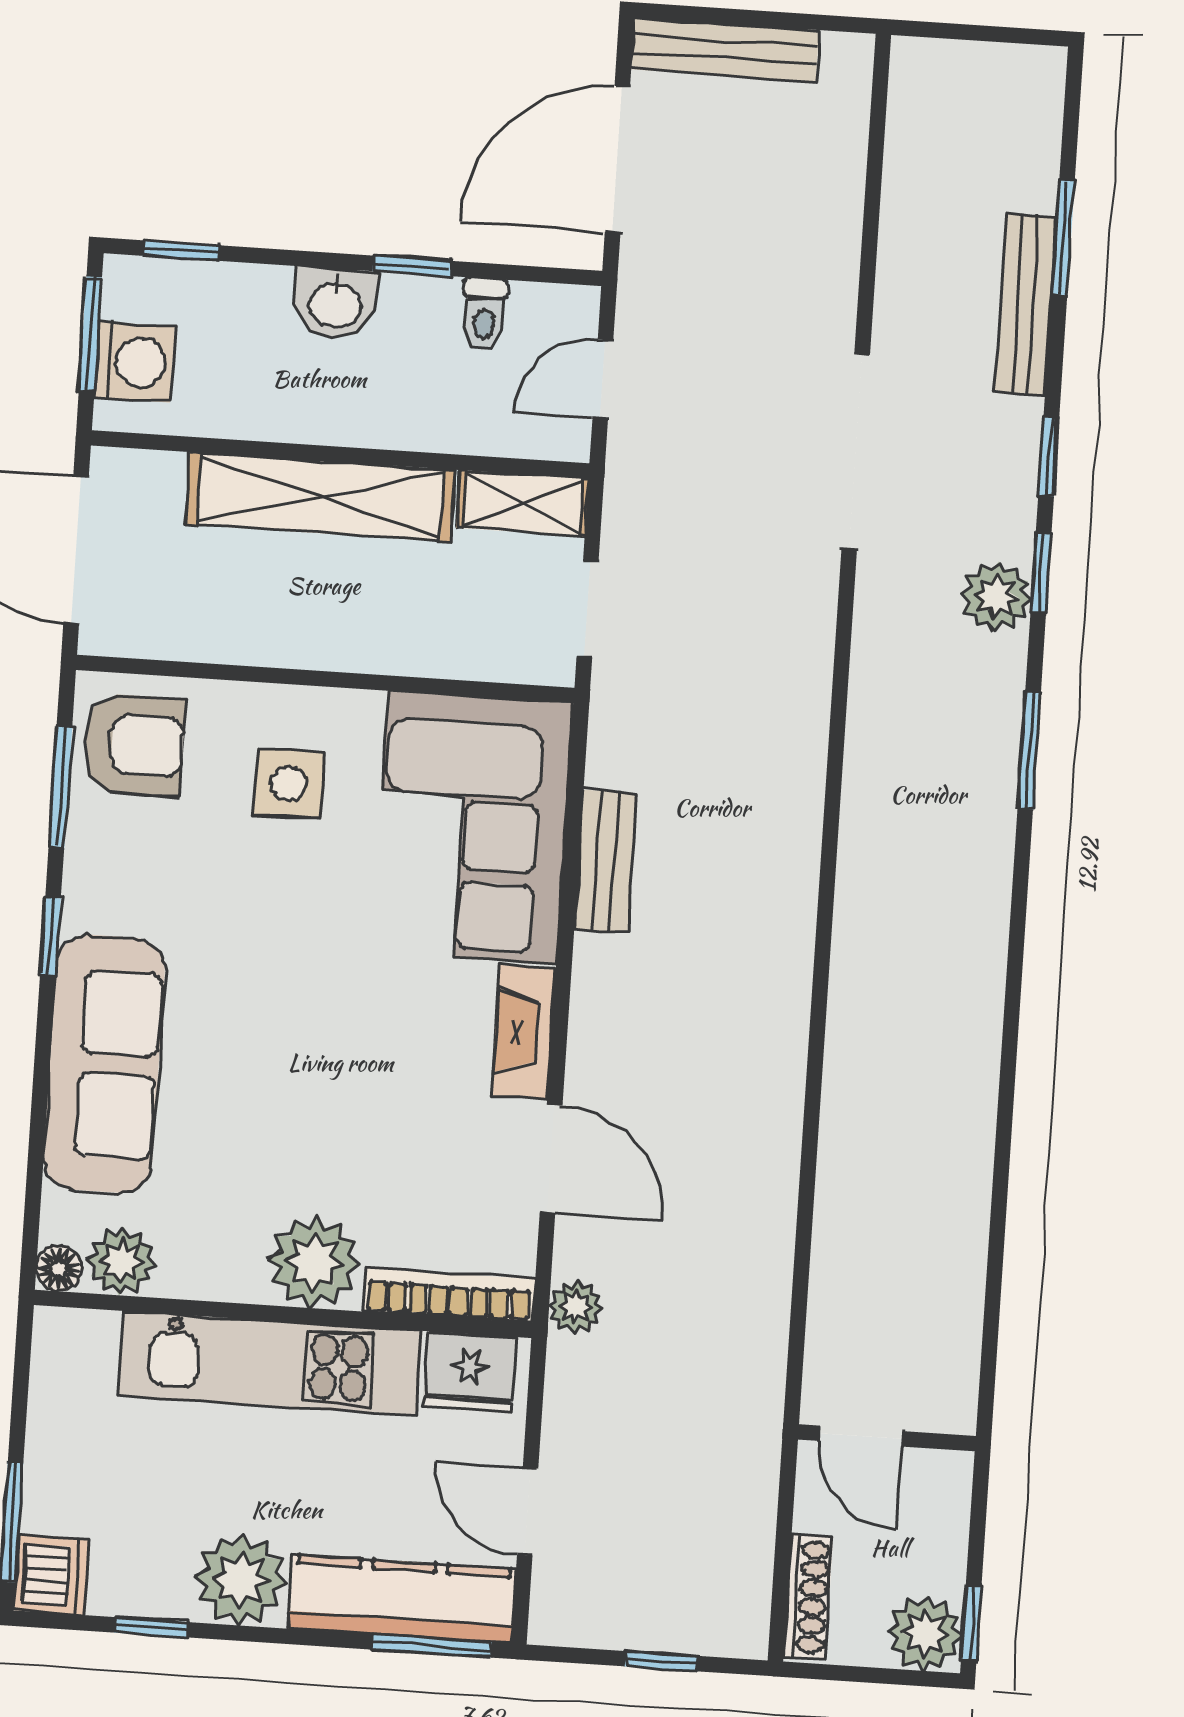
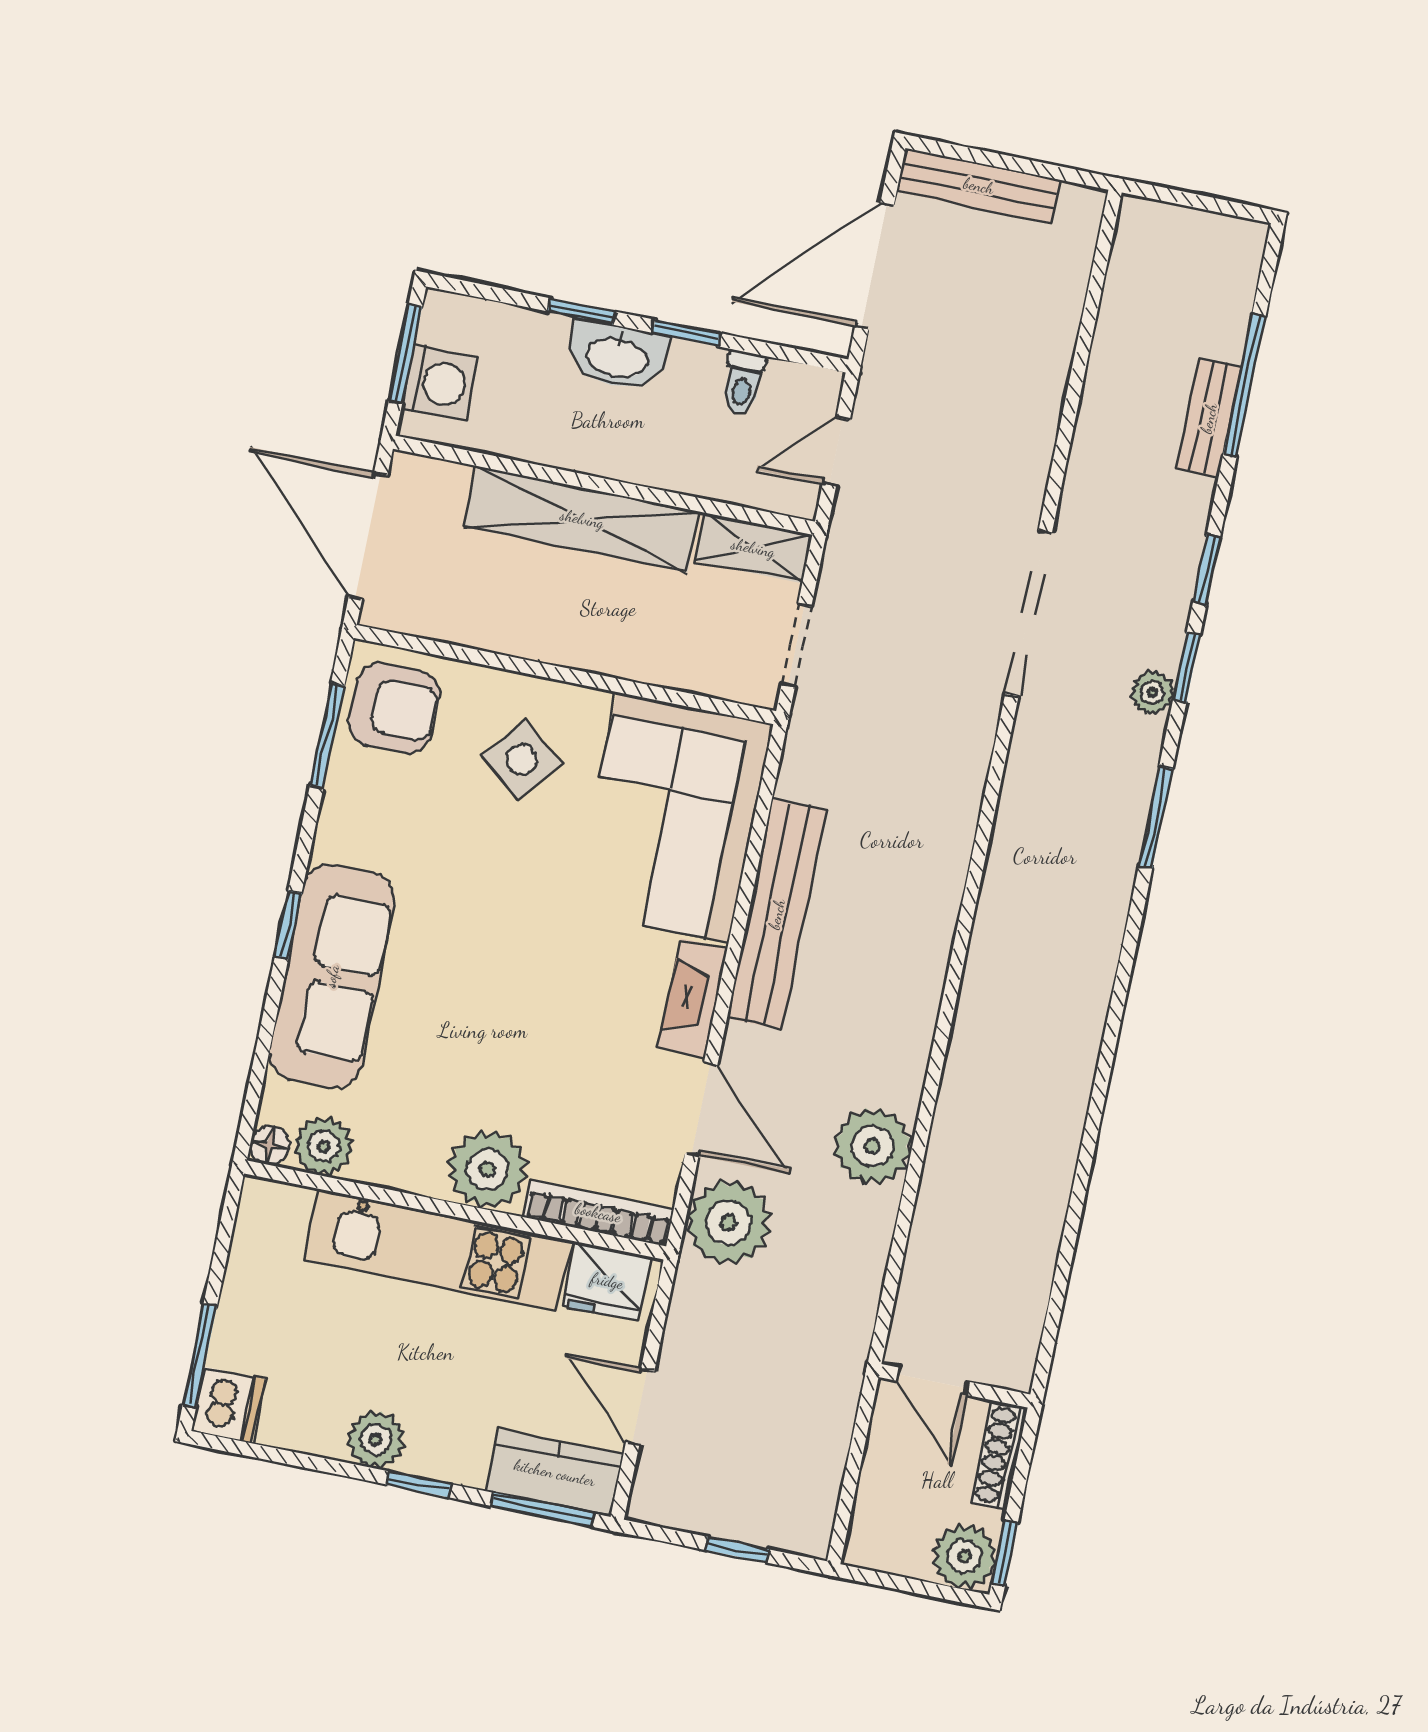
window: (1063, 238) -> (1244, 385), width x1.44
window: (181, 251) -> (581, 312), moved
washbasin: (335, 303) -> (617, 356), width x1.38
bench: (1026, 305) -> (1209, 418), width x0.73
doorway: (856, 452) -> (1029, 613), moved
plant: (997, 597) -> (1152, 692), width x0.73, depth x0.73
side table: (289, 784) -> (522, 759), turned 38
bench: (605, 861) -> (777, 914), width x1.86, depth x1.21
window: (50, 937) -> (288, 925), moved
plant: (755, 1174) -> (873, 1146), added
plant: (576, 1307) -> (728, 1223), width x1.88, depth x1.88
plant: (241, 1580) -> (376, 1439), width x0.73, depth x0.73
shoe rack: (808, 1597) -> (1000, 1456), moved, turned 180
kitchen counter: (402, 1599) -> (555, 1473), width x0.67
window: (151, 1627) -> (418, 1484), moved

